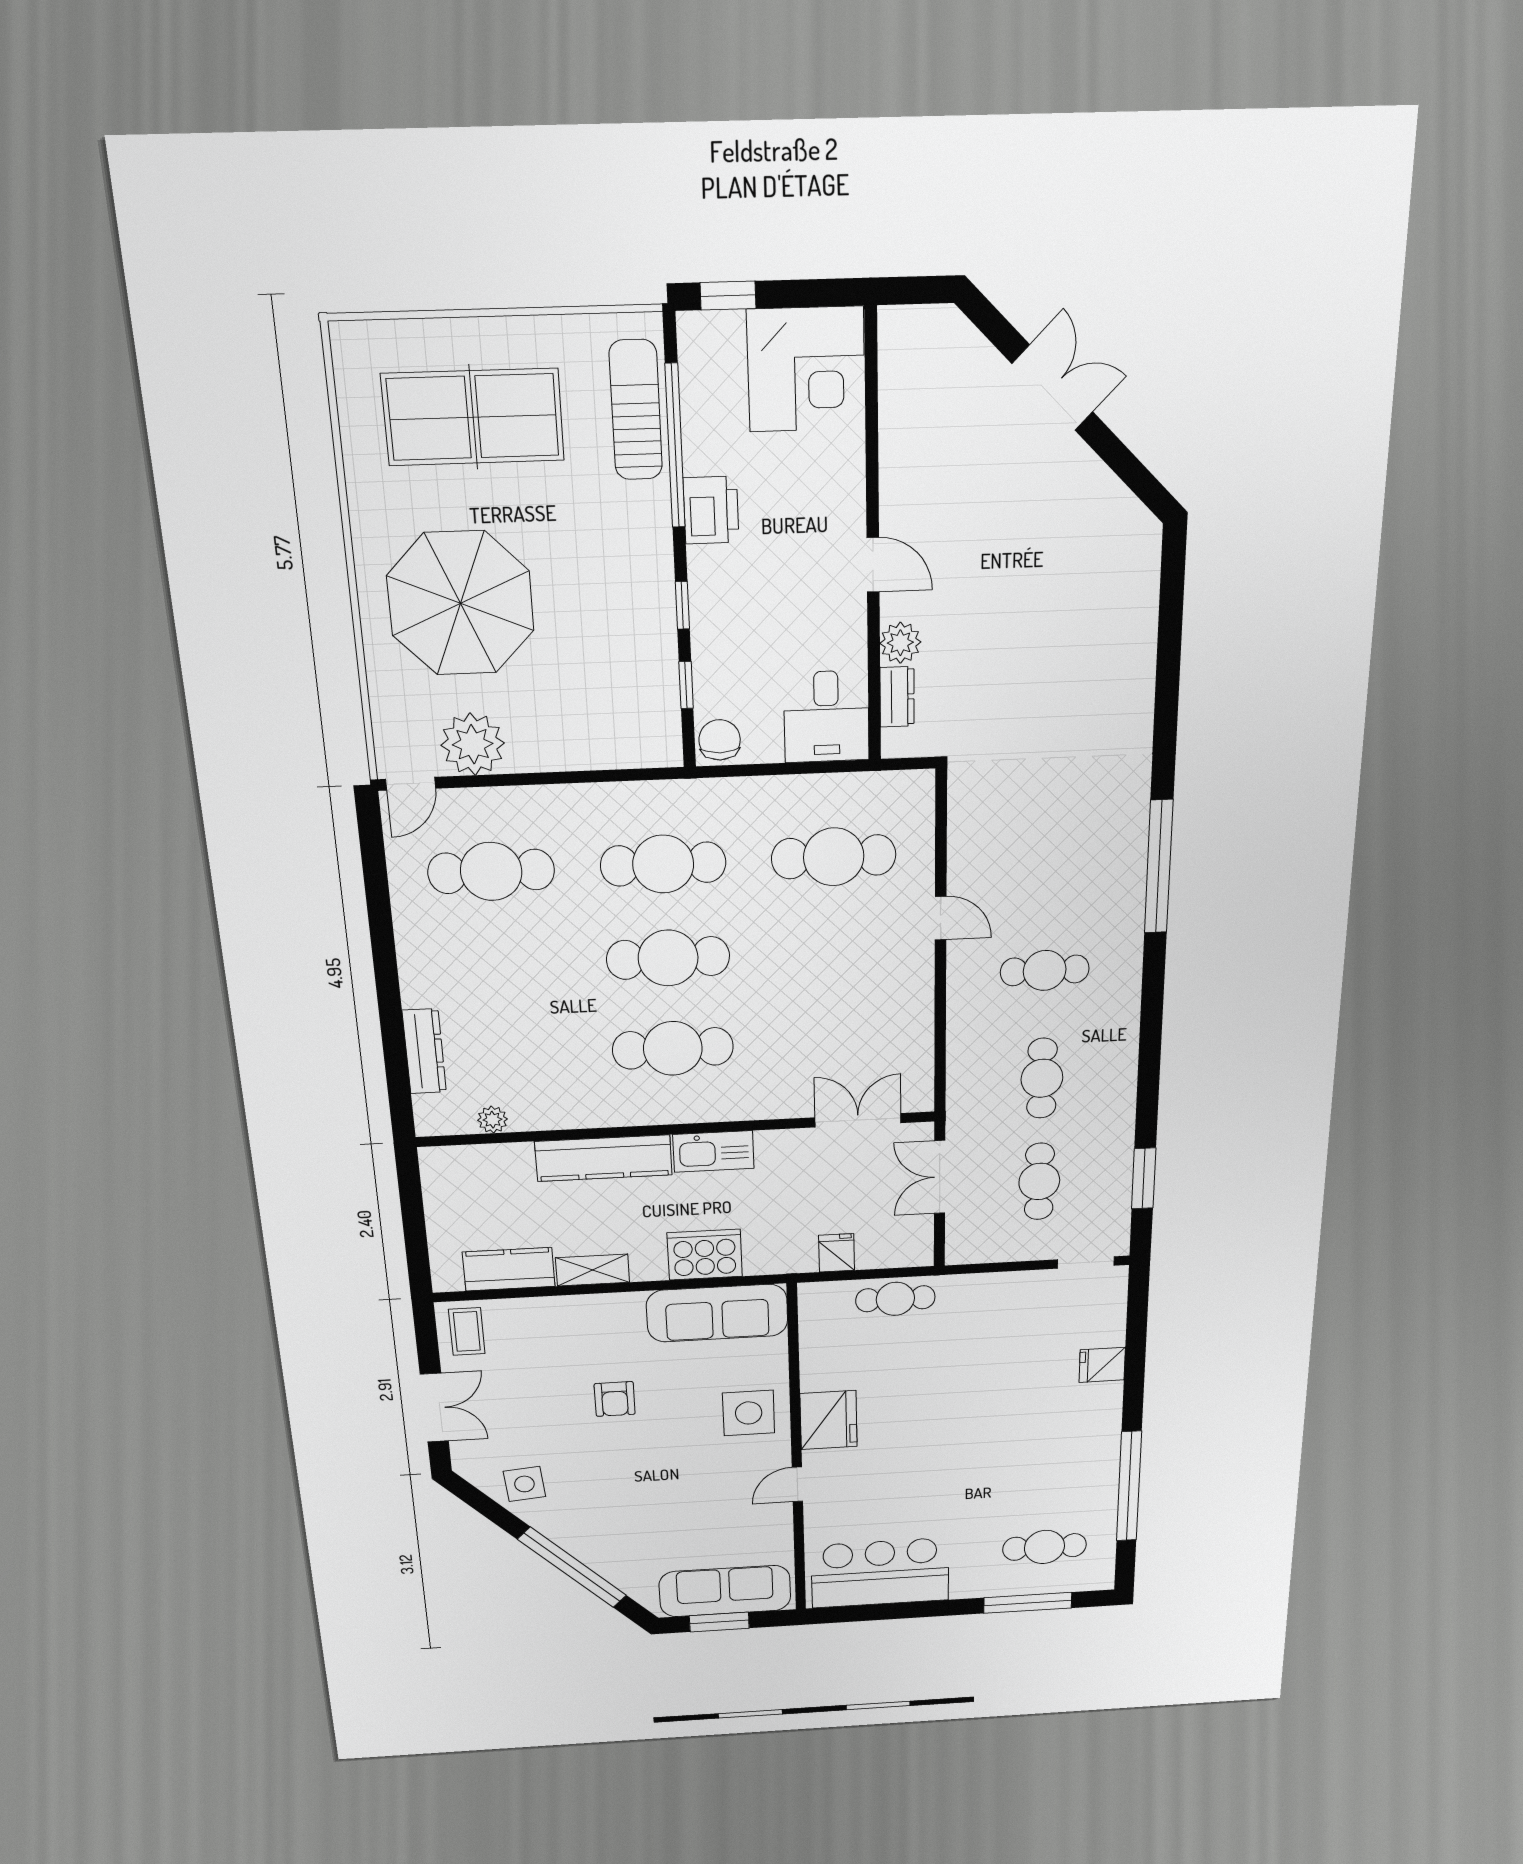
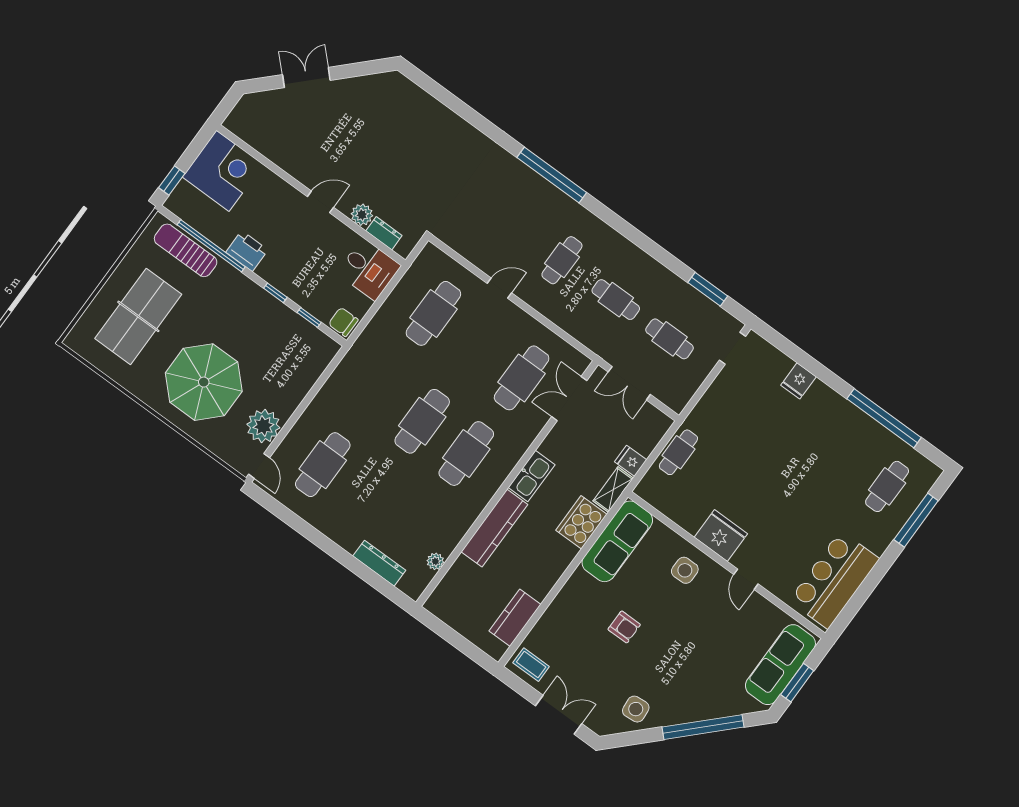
cafe table: (663, 864) -> (522, 378), moved
shelving: (593, 1270) -> (613, 490), moved
side table: (749, 1413) -> (685, 570), width x0.73, depth x0.73

